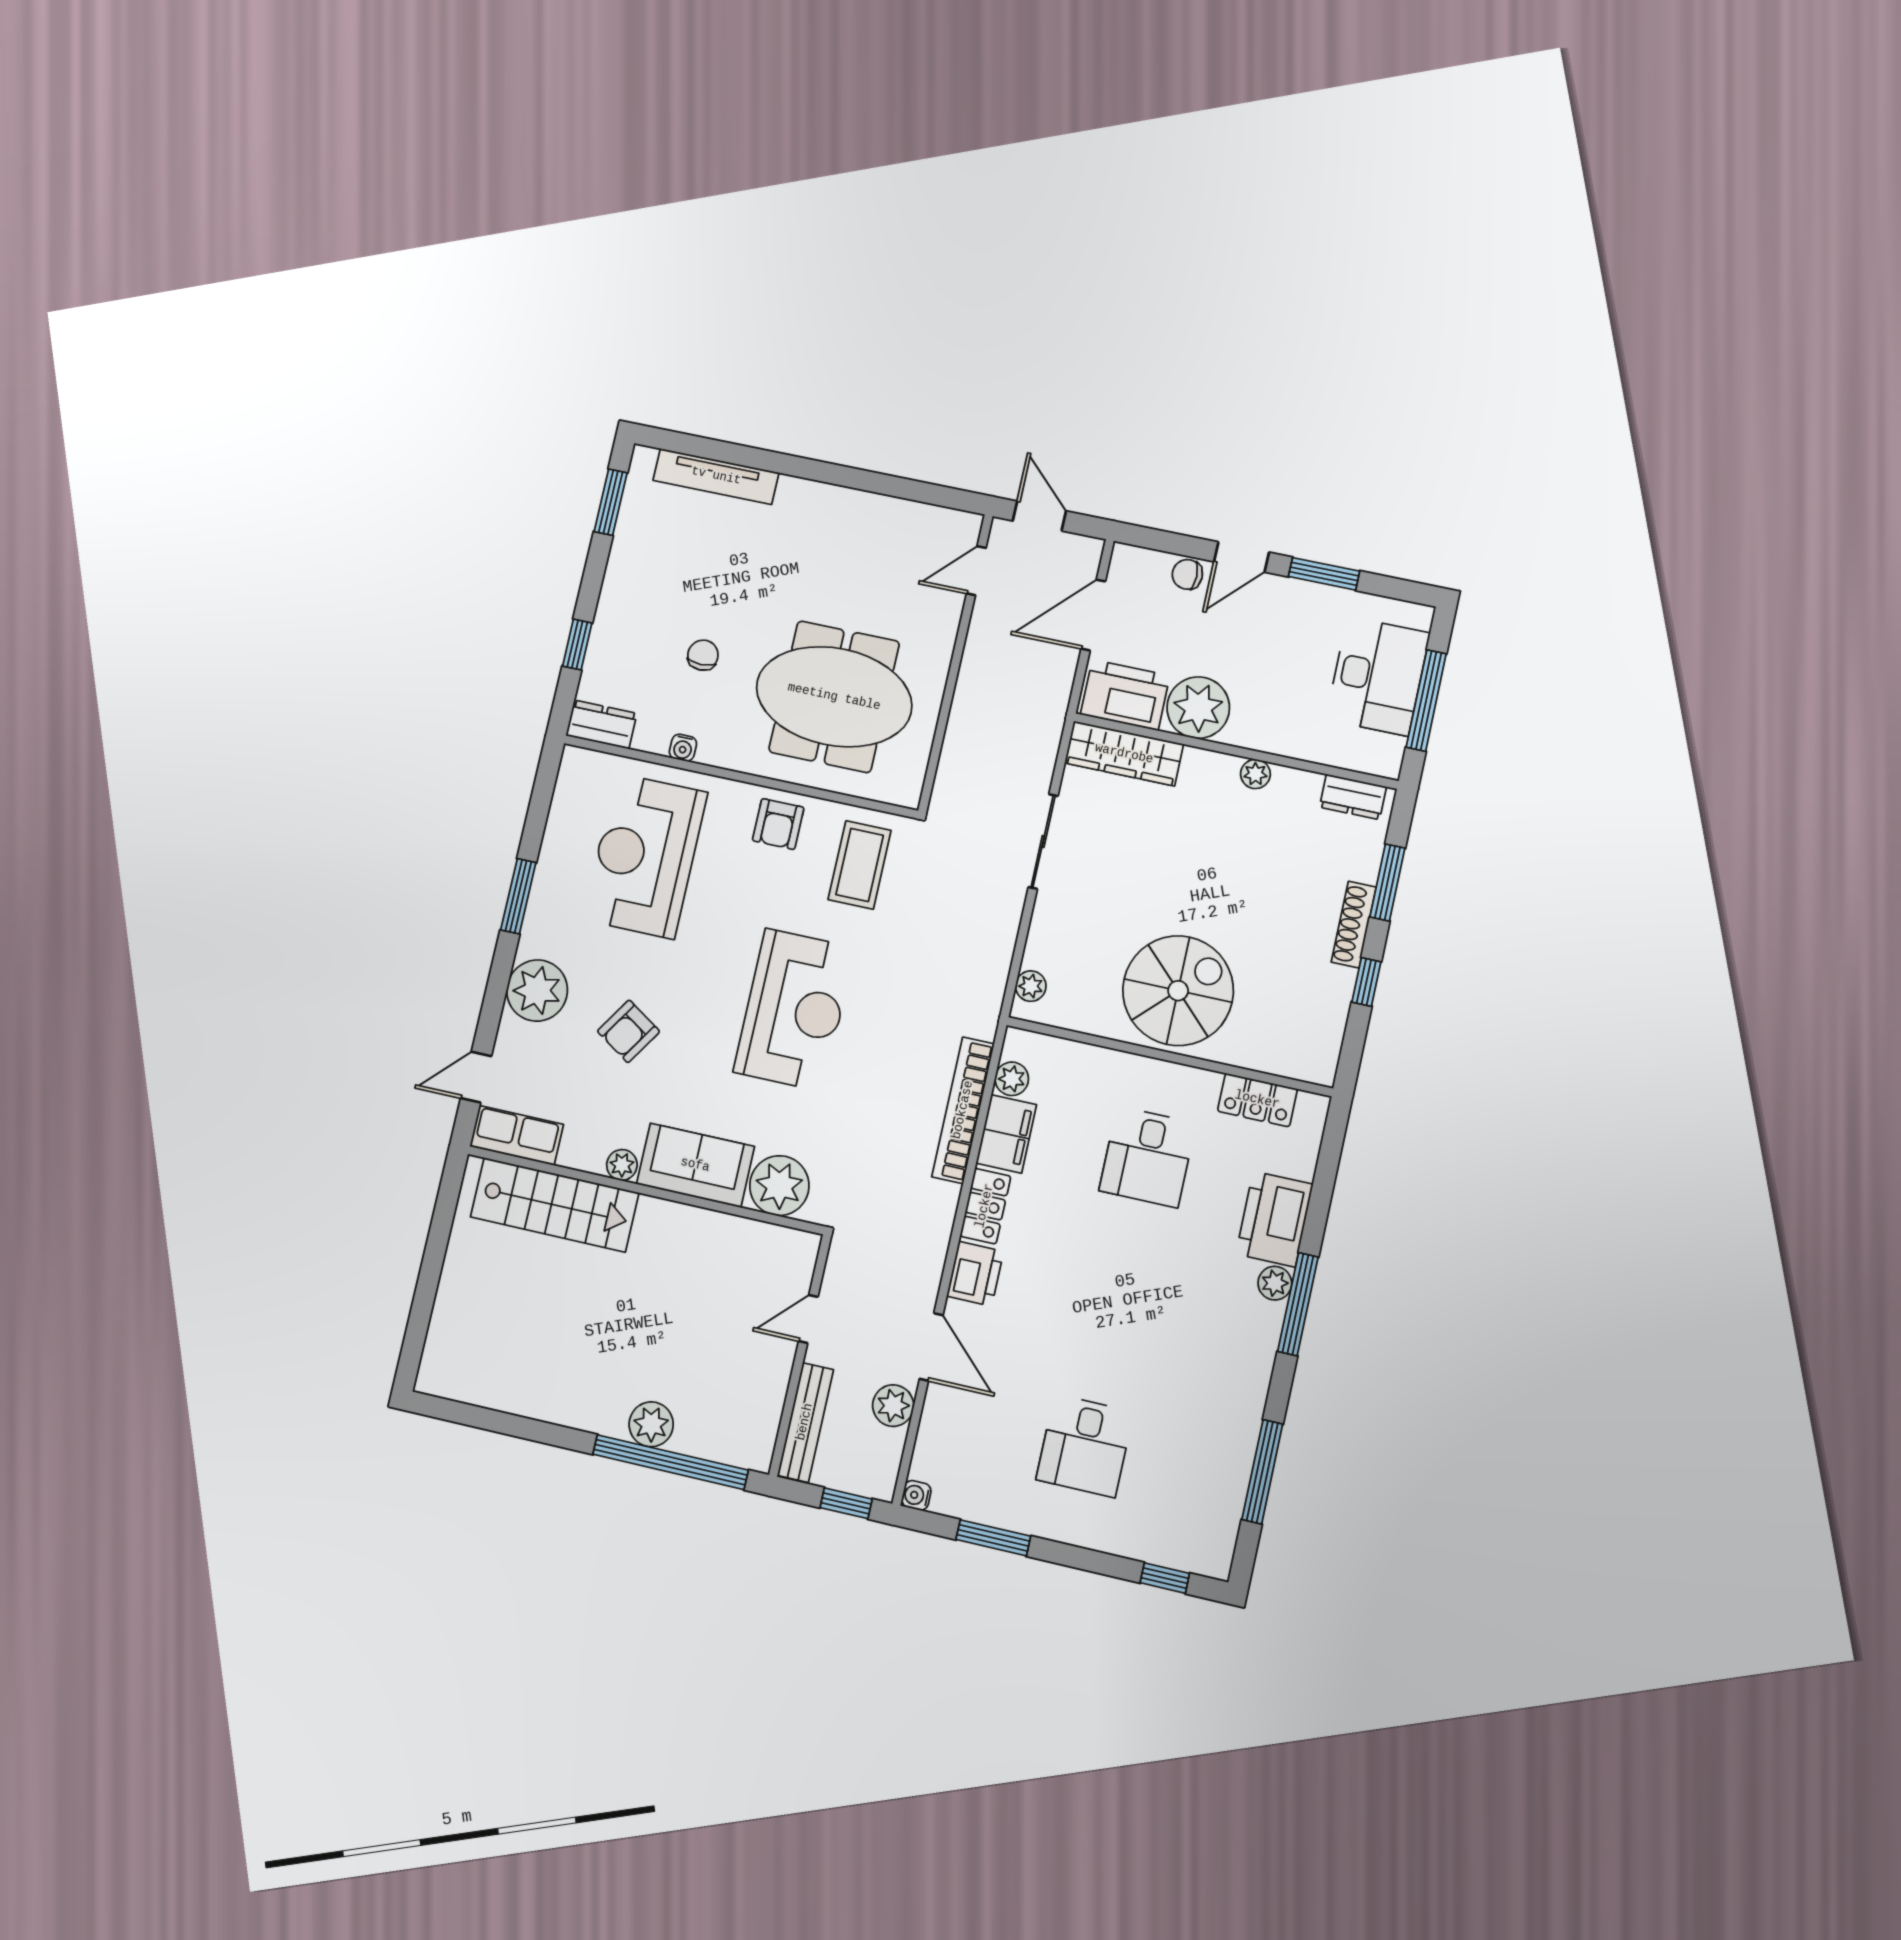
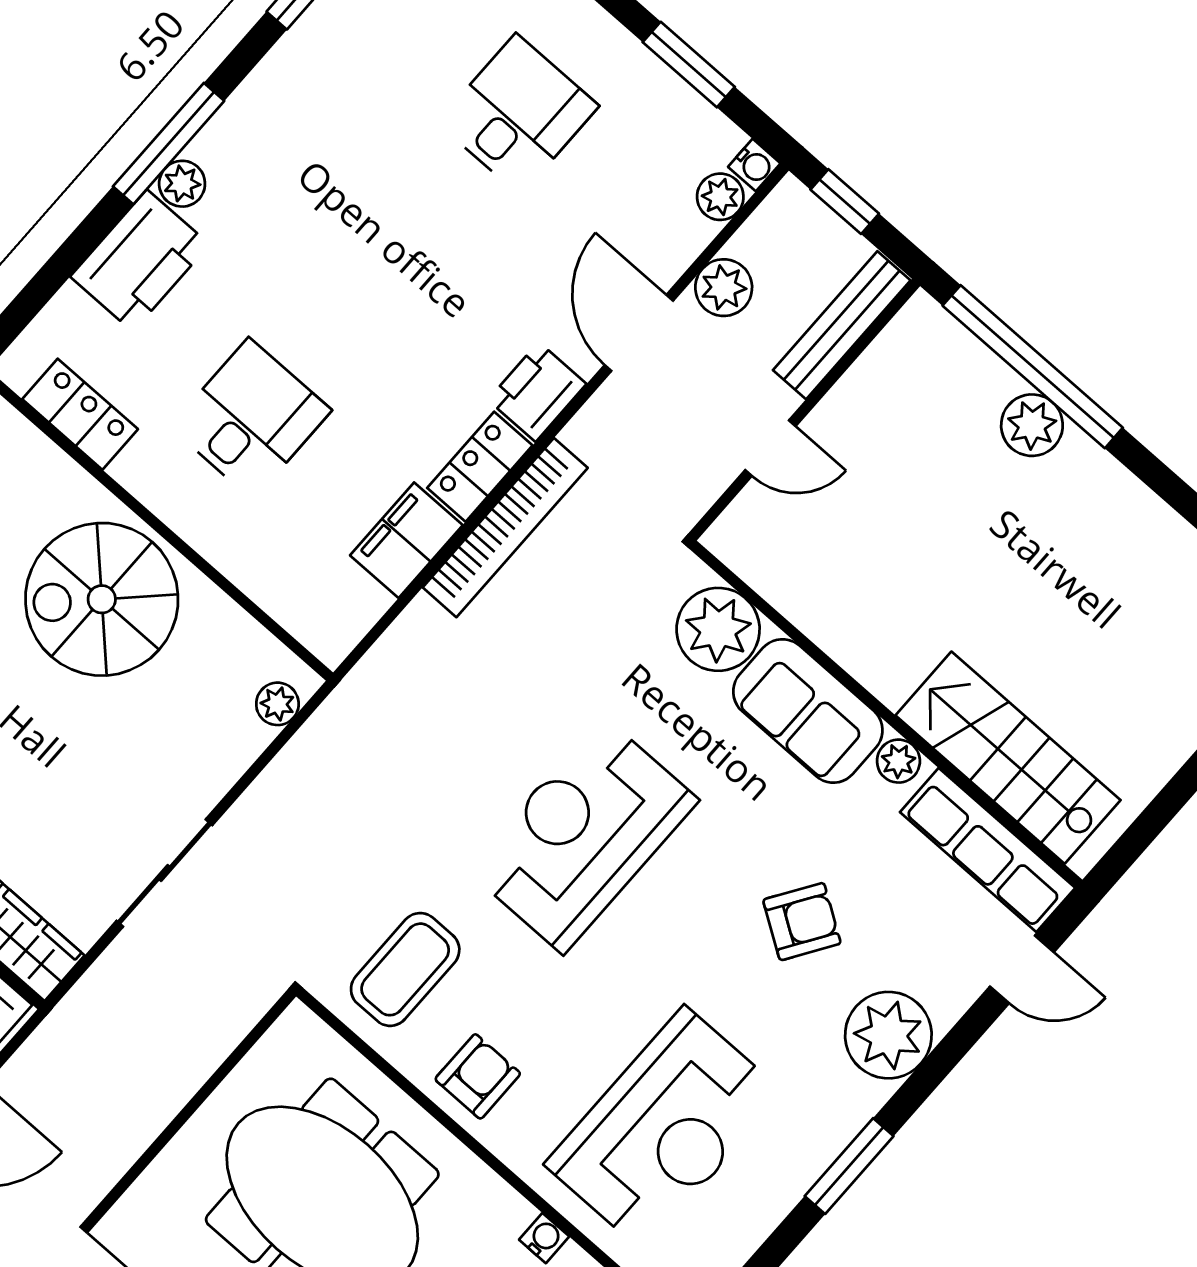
plant: (1012, 1079) -> (720, 197), moved
bookcase: (963, 1110) -> (505, 528), moved
row of seats: (517, 1135) -> (988, 850), width x1.48

